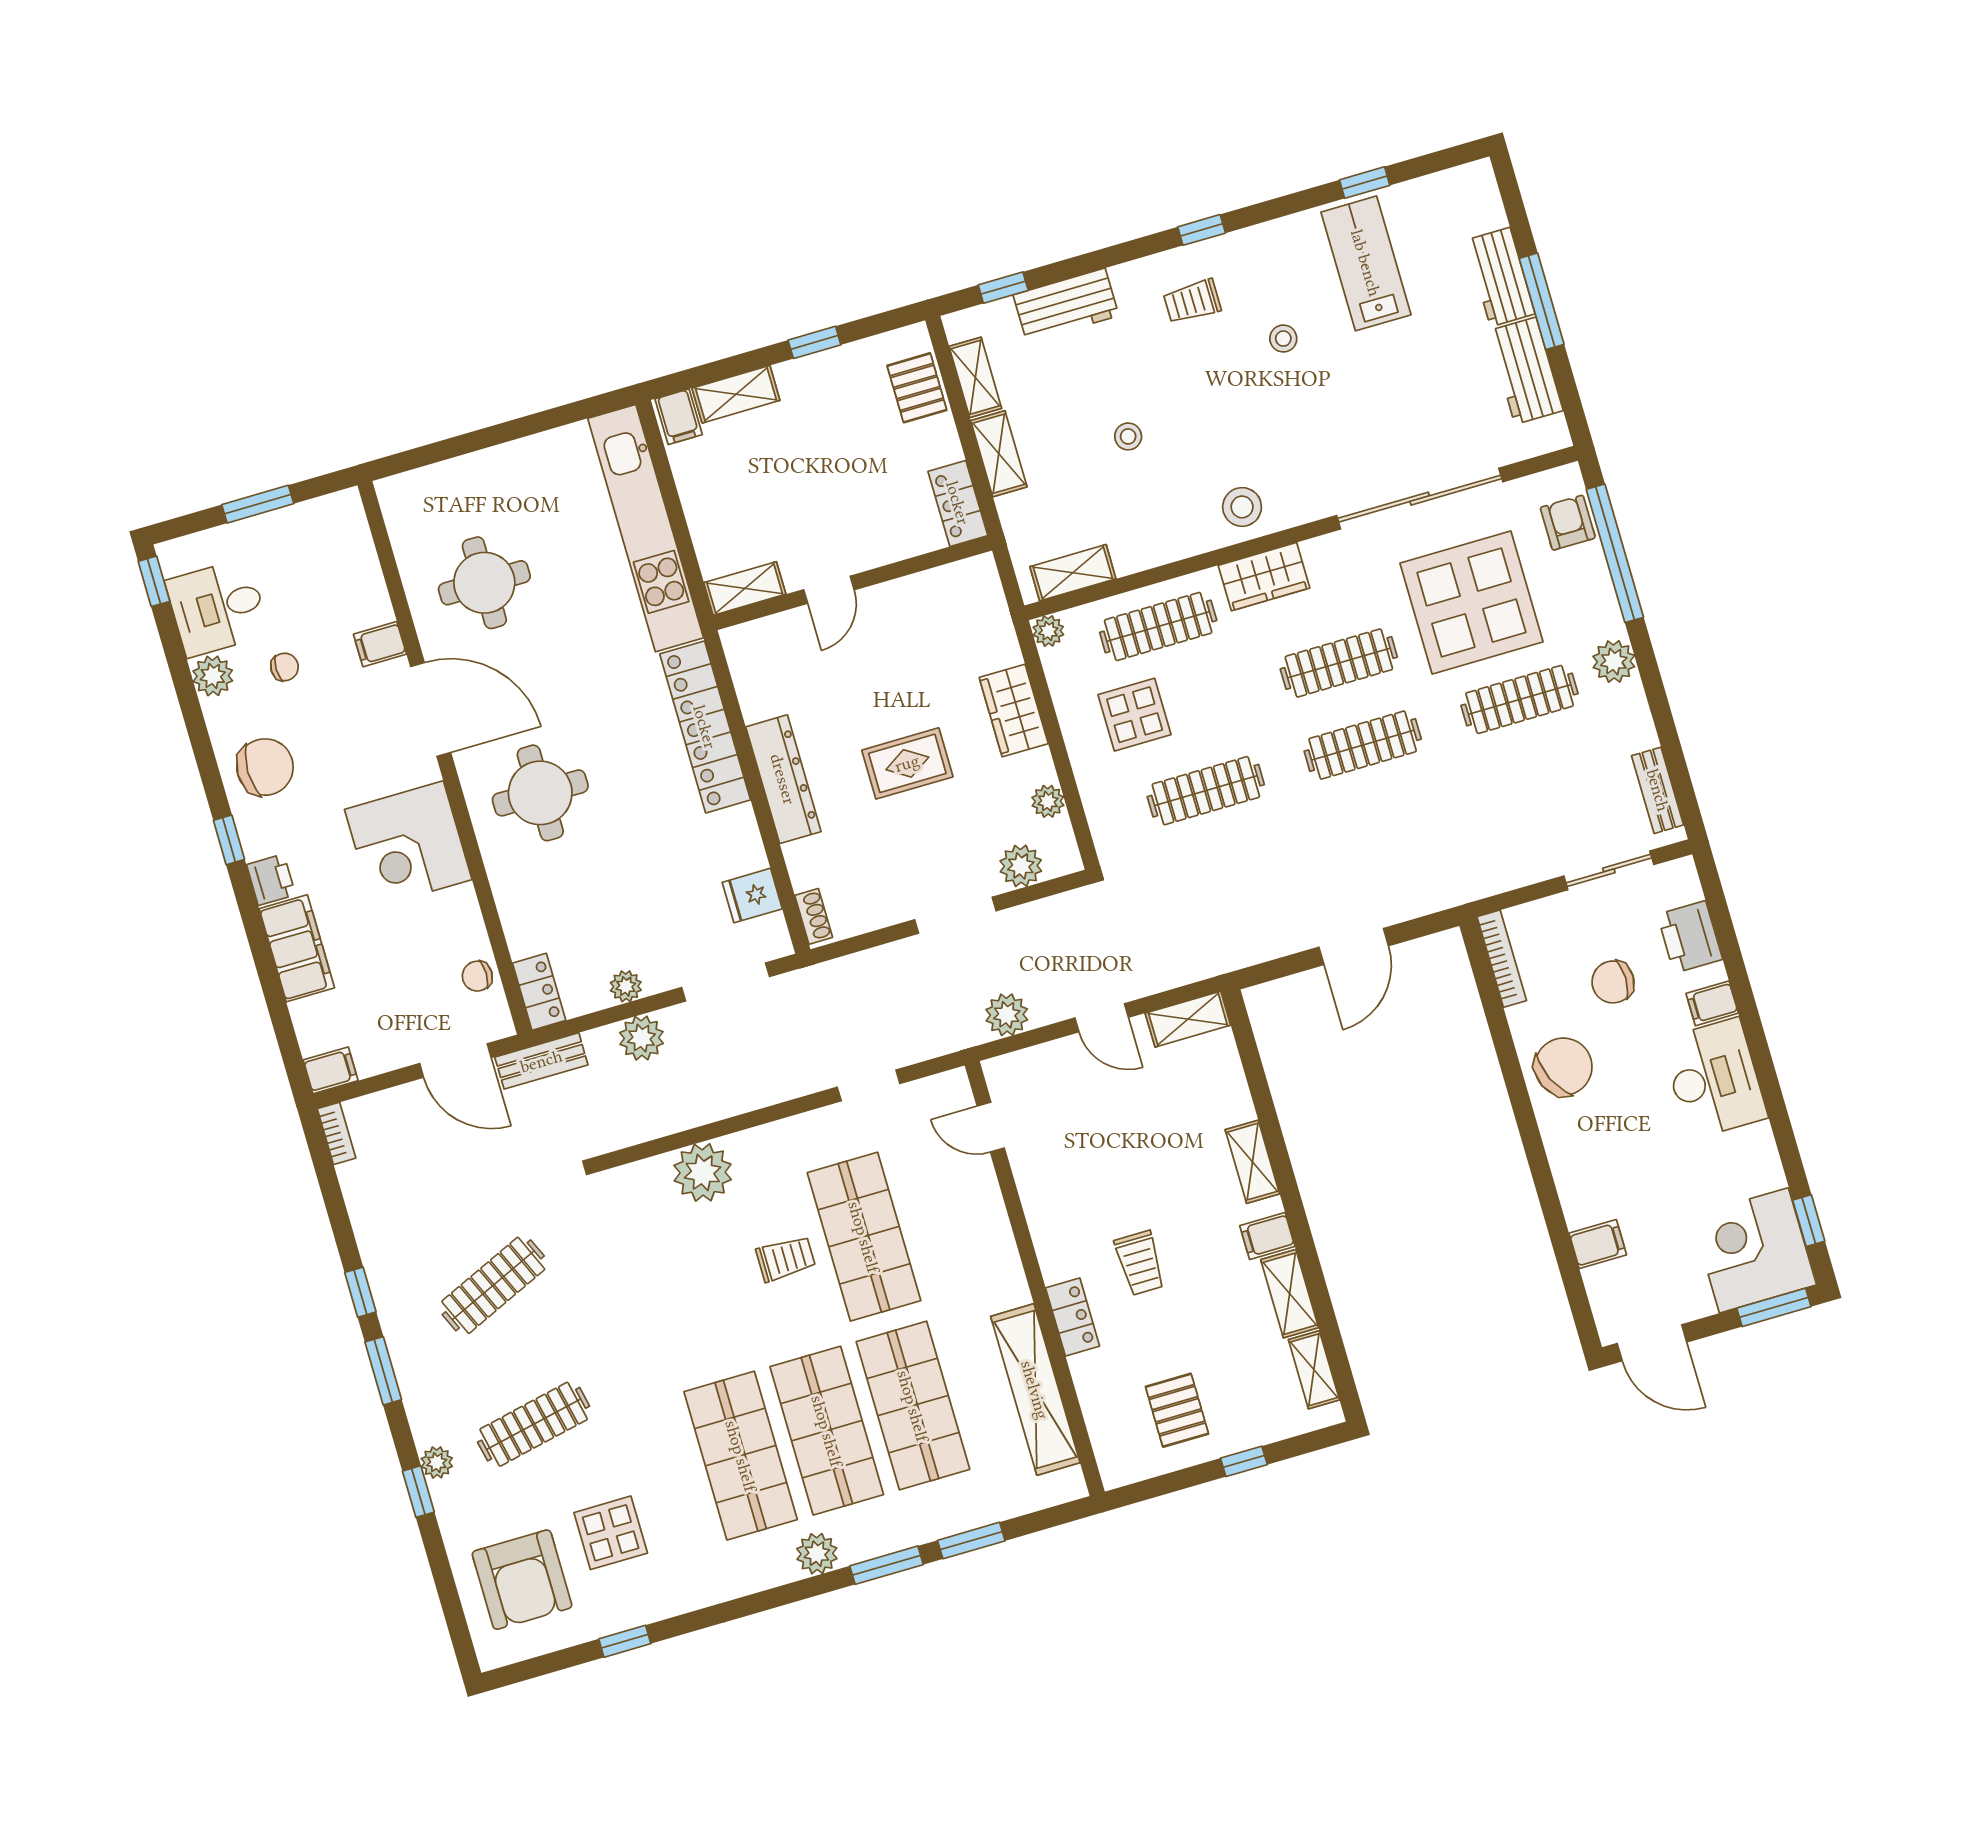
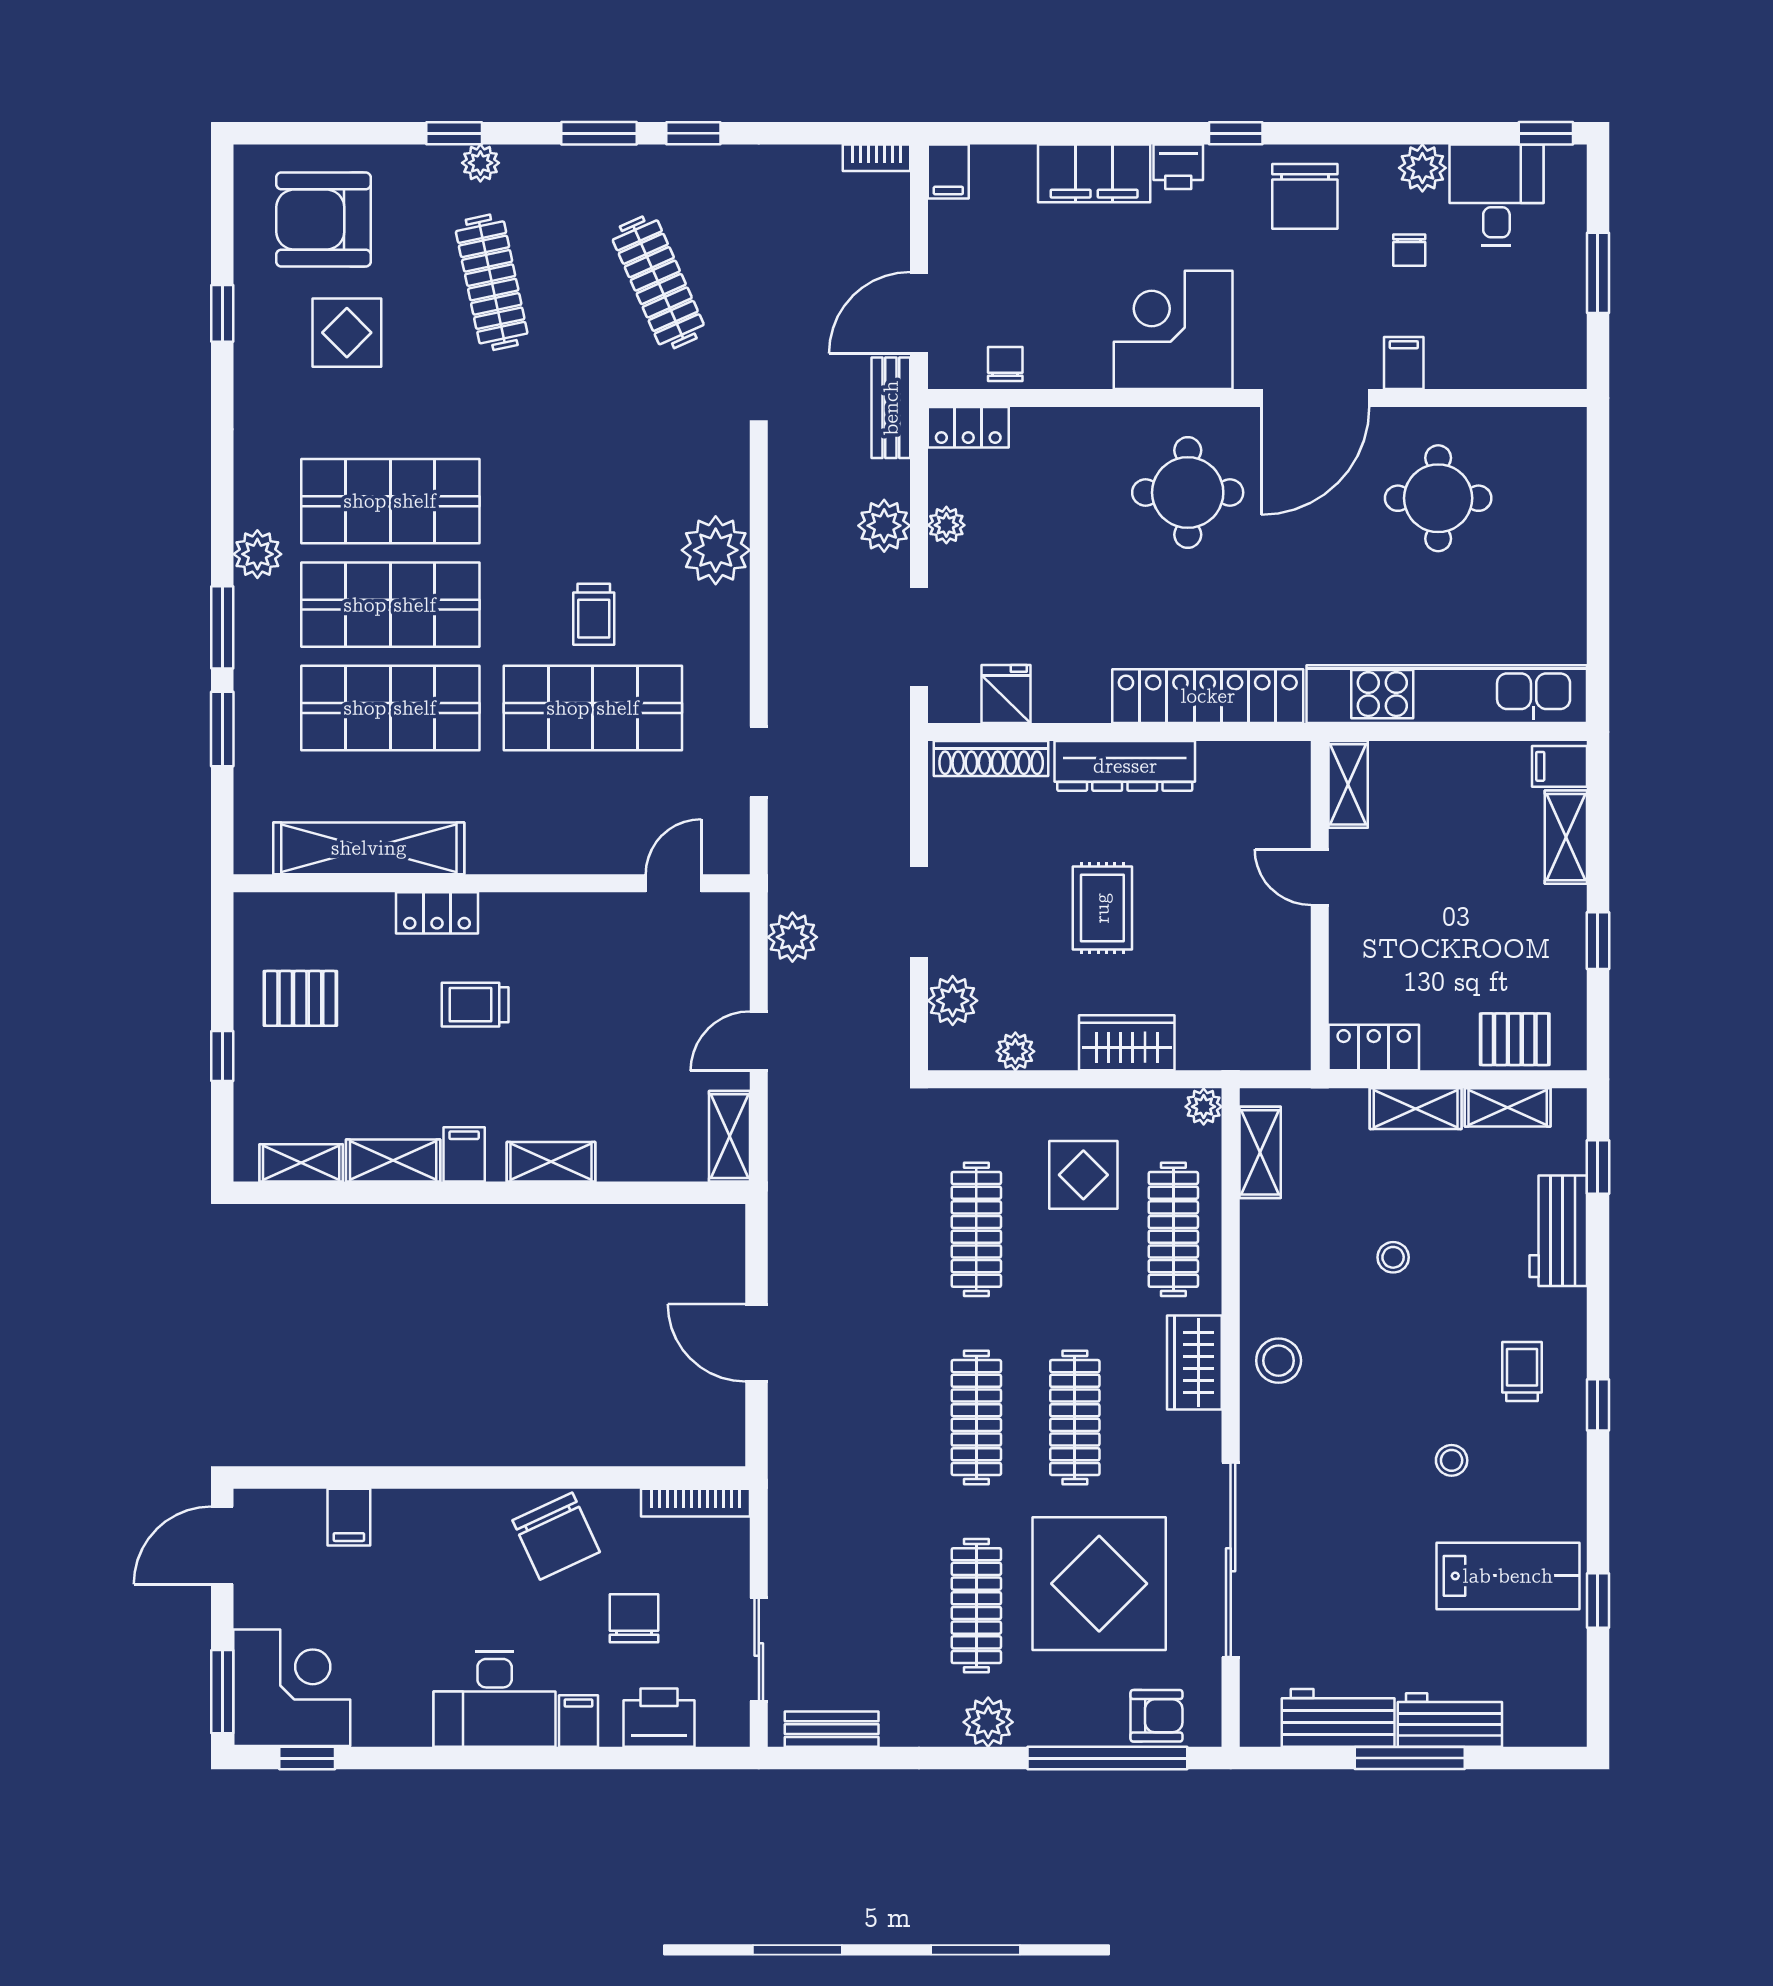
shoe rack: (814, 916) -> (991, 759), width x1.94, depth x1.24

